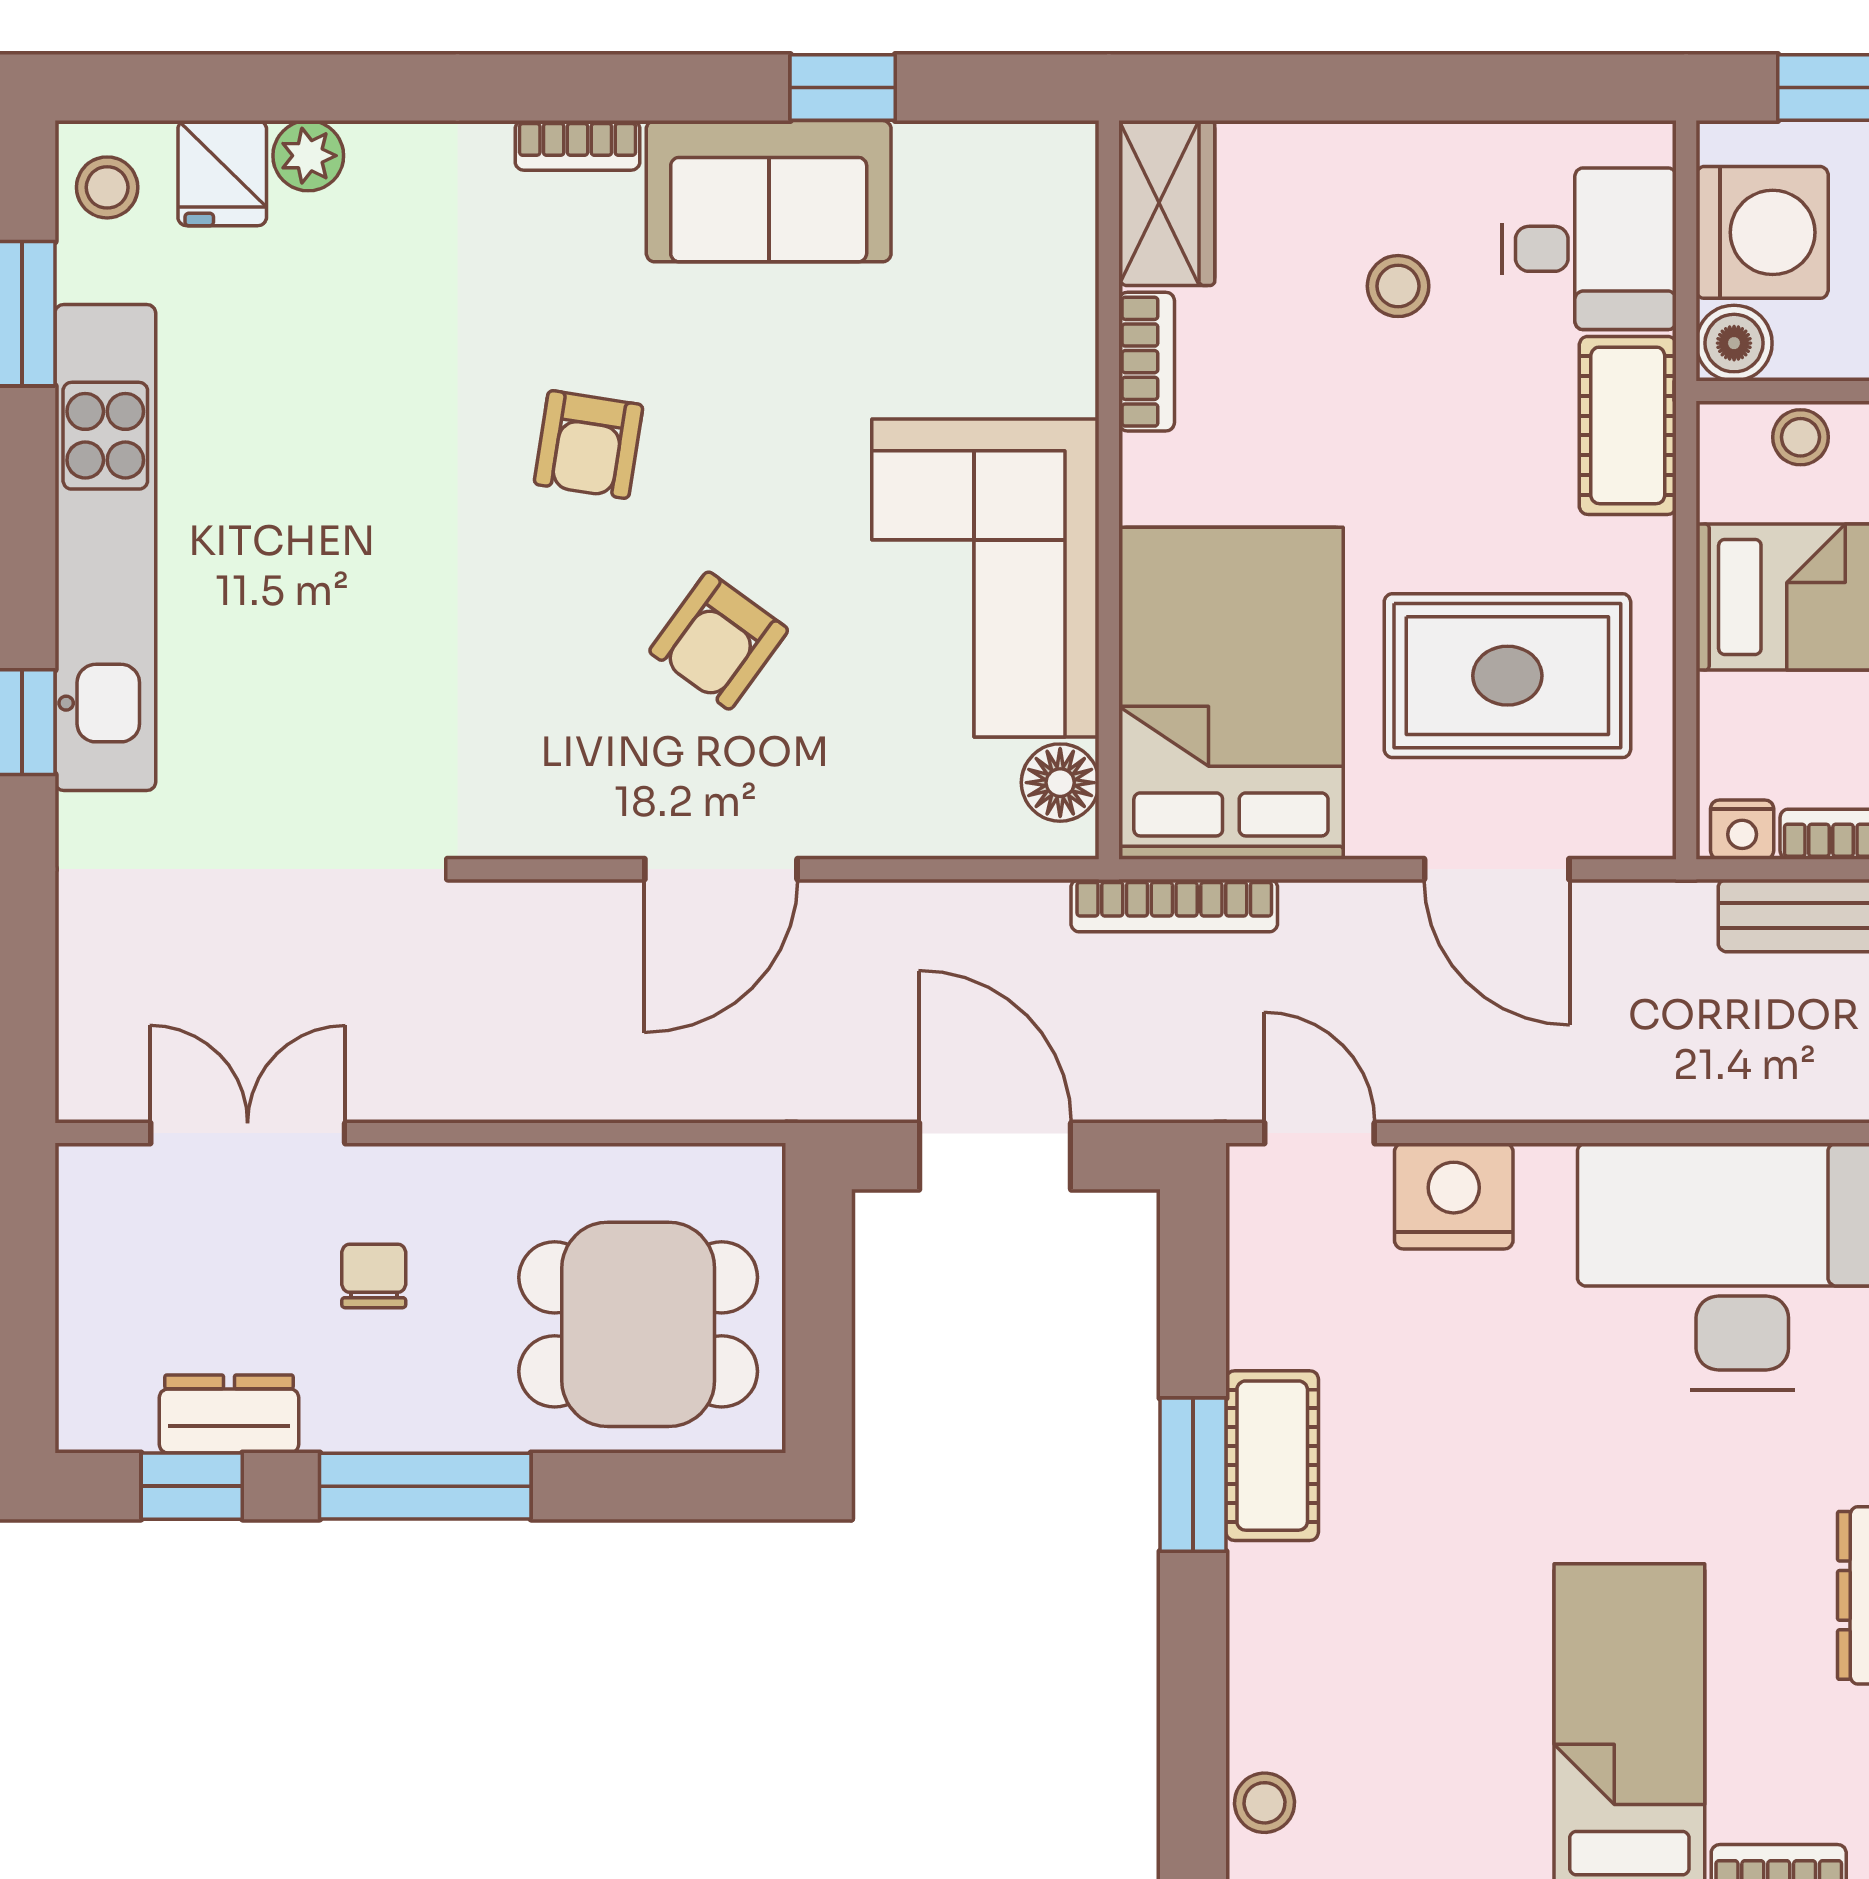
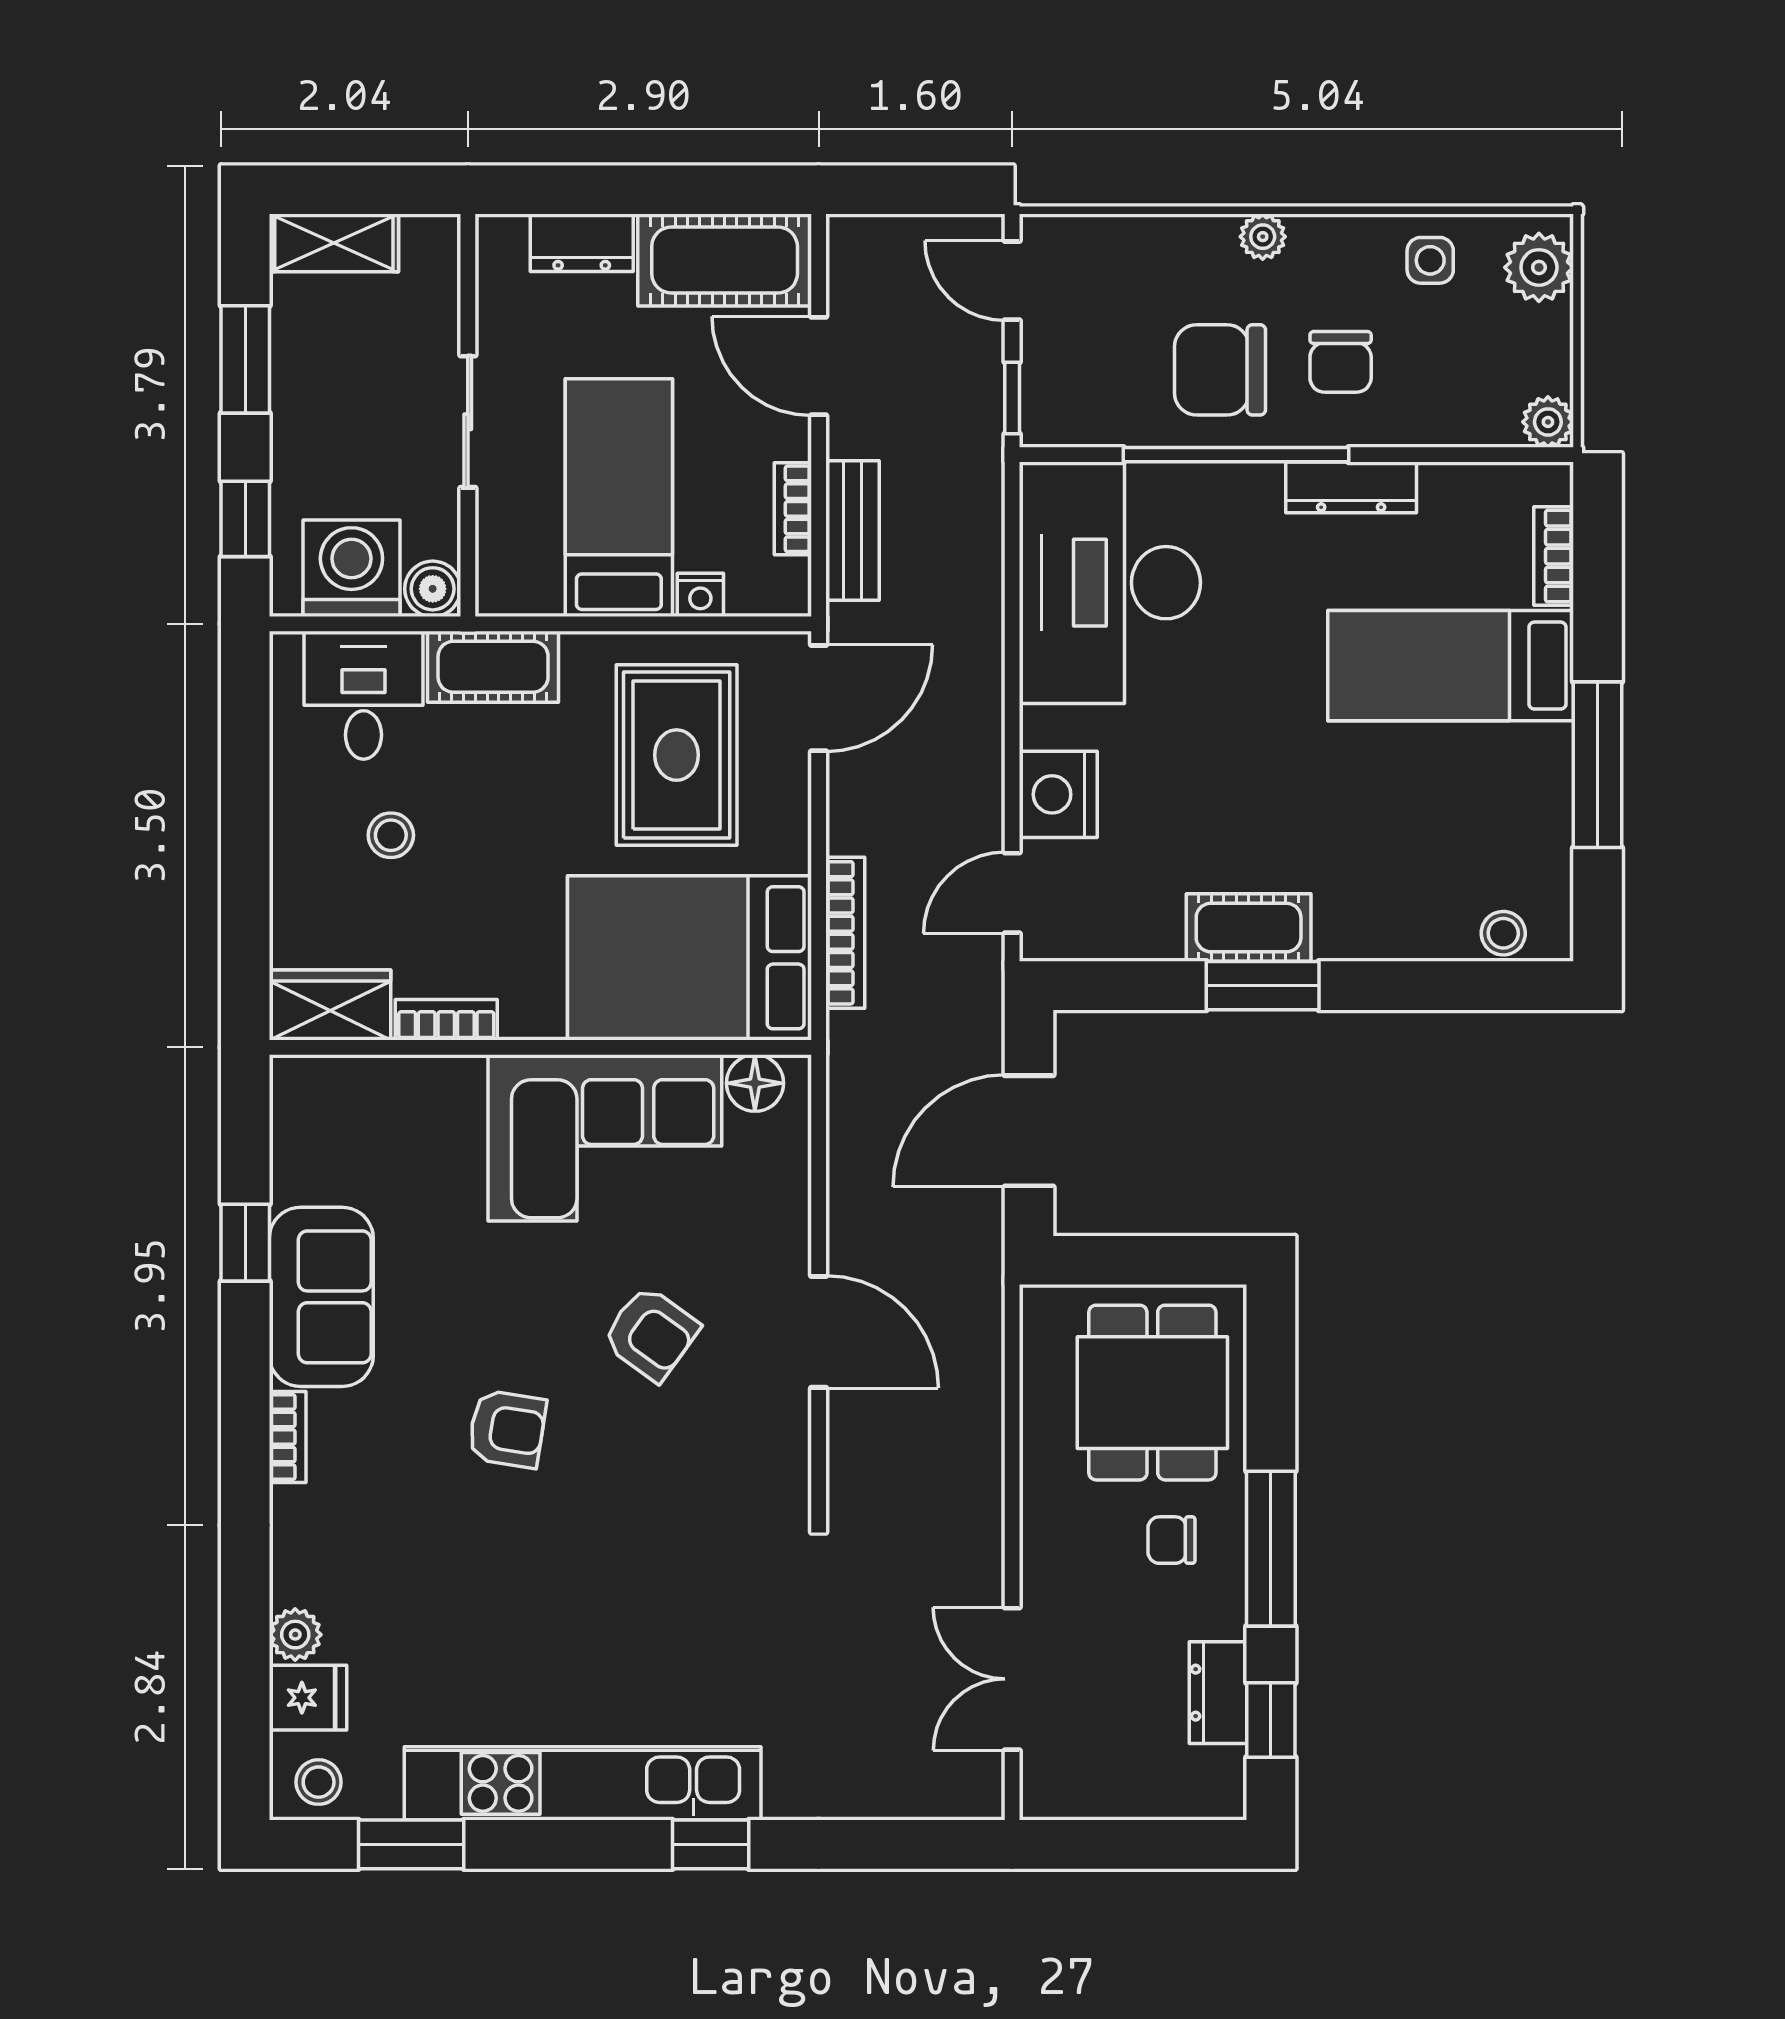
stool: (1800, 437) -> (502, 540), removed
nightstand: (1742, 830) -> (700, 595), moved, turned 90
door: (1497, 869) -> (819, 698), moved
bookcase: (1174, 906) -> (845, 933), moved
chair: (374, 1276) -> (1171, 1540), moved

